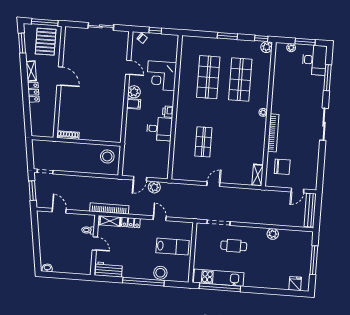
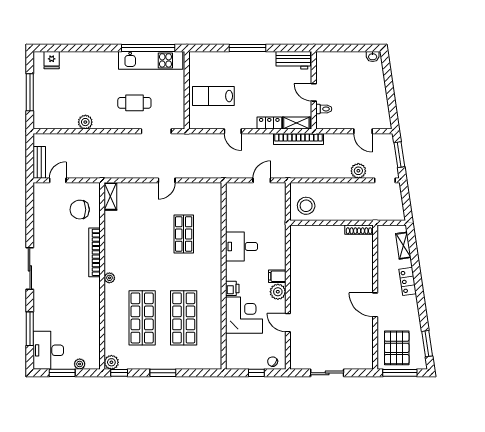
shelving: (31, 71) -> (403, 246), moved
printer: (168, 112) -> (232, 288), moved
plant: (154, 187) -> (358, 171), moved
bench: (310, 210) -> (39, 162), width x0.73
stool: (160, 273) -> (226, 61), removed
window: (143, 282) -> (247, 48), width x0.68

